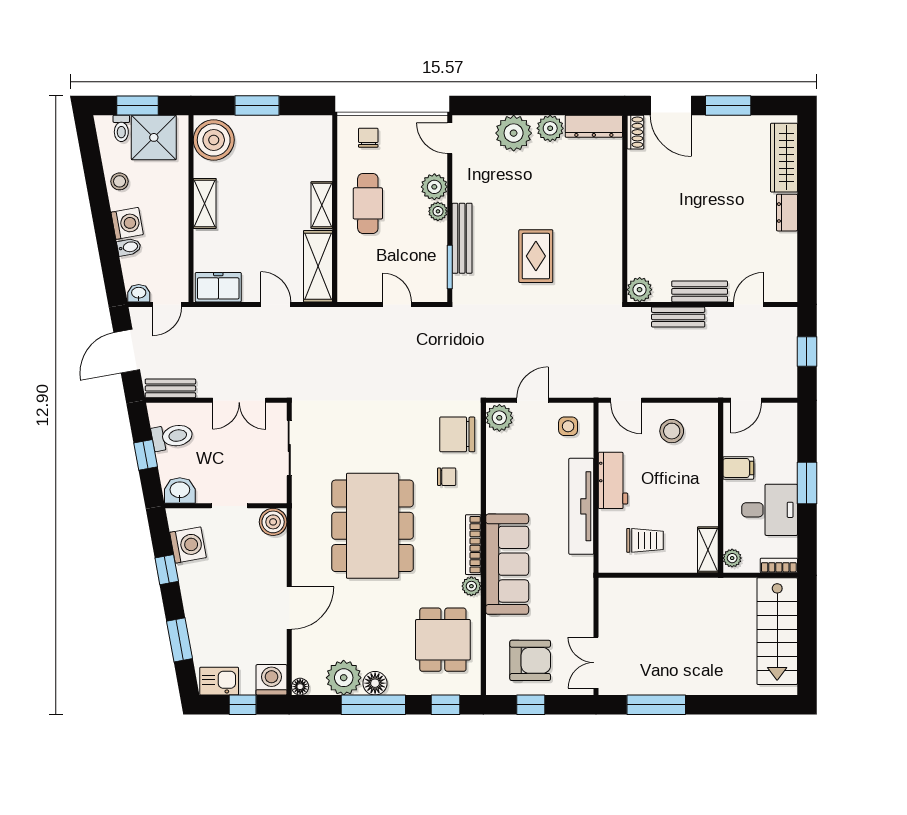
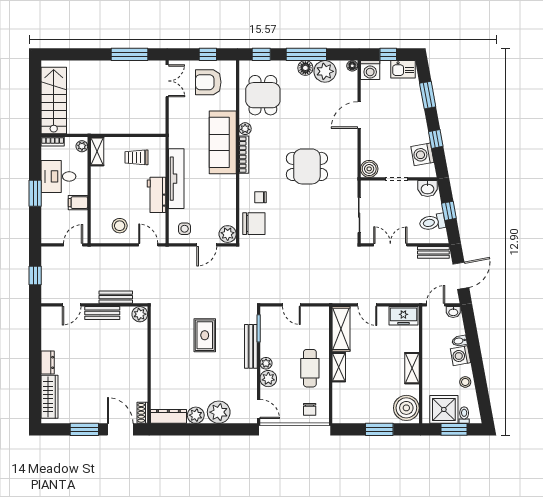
dining table: (373, 526) -> (307, 166), width x0.53, depth x0.80

